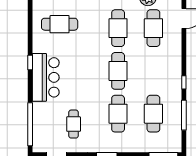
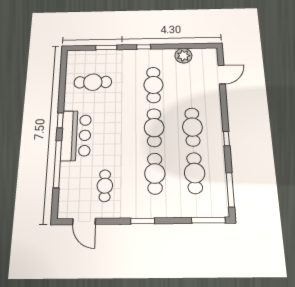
cafe table: (153, 28) -> (192, 127), moved
window: (184, 115) -> (230, 190), moved
window: (30, 124) -> (57, 164), moved

